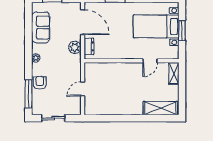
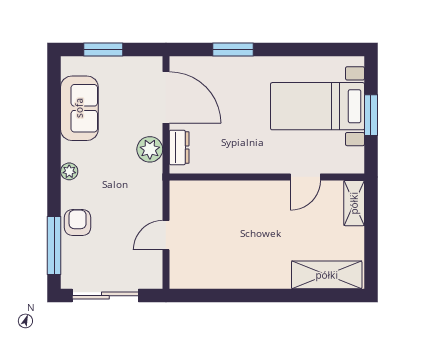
sliding door: (53, 118) -> (105, 296), width x1.37

